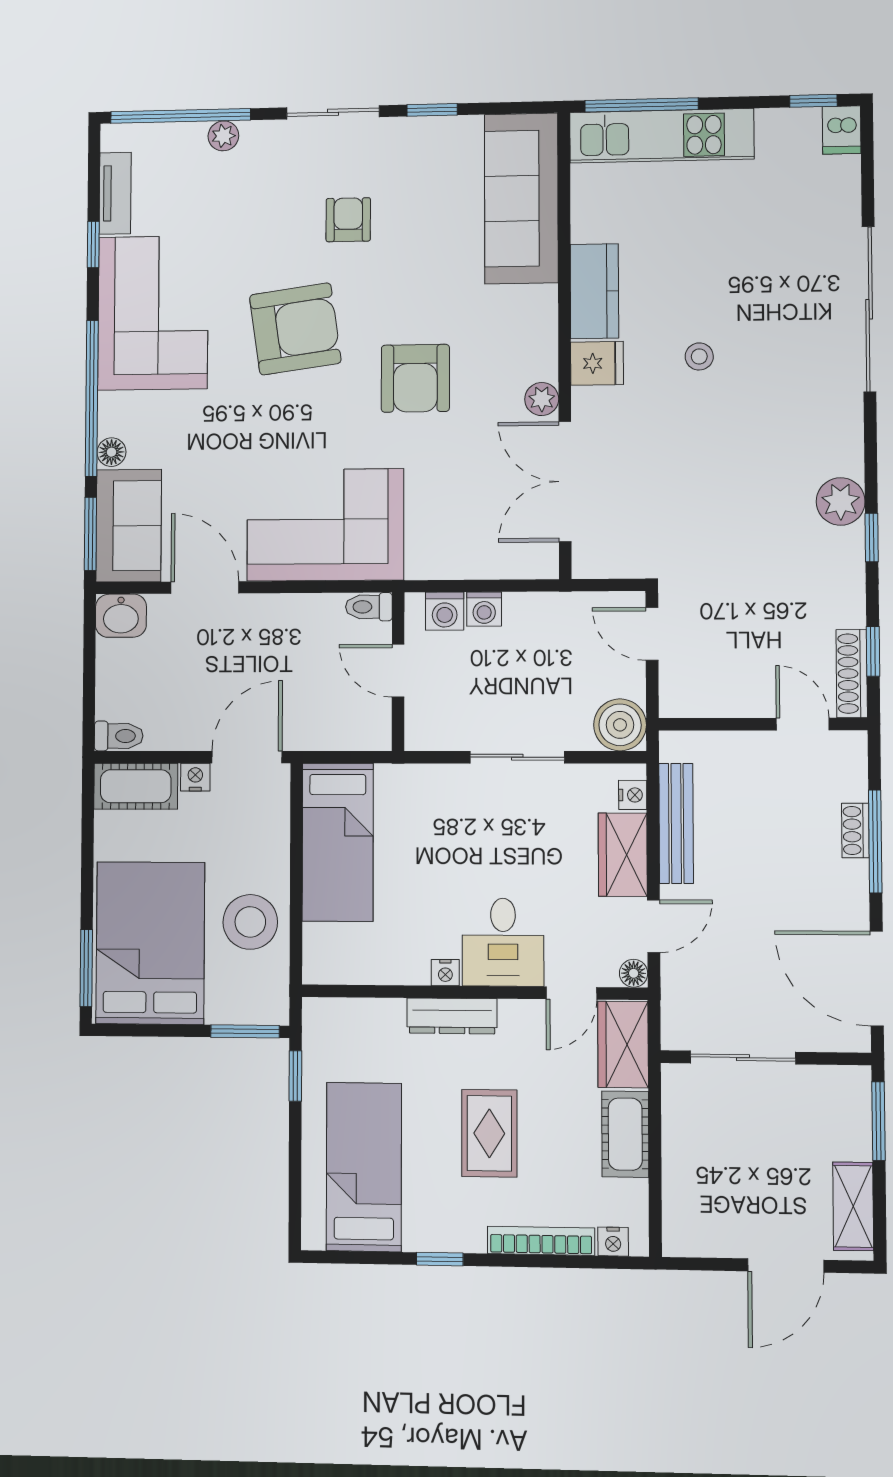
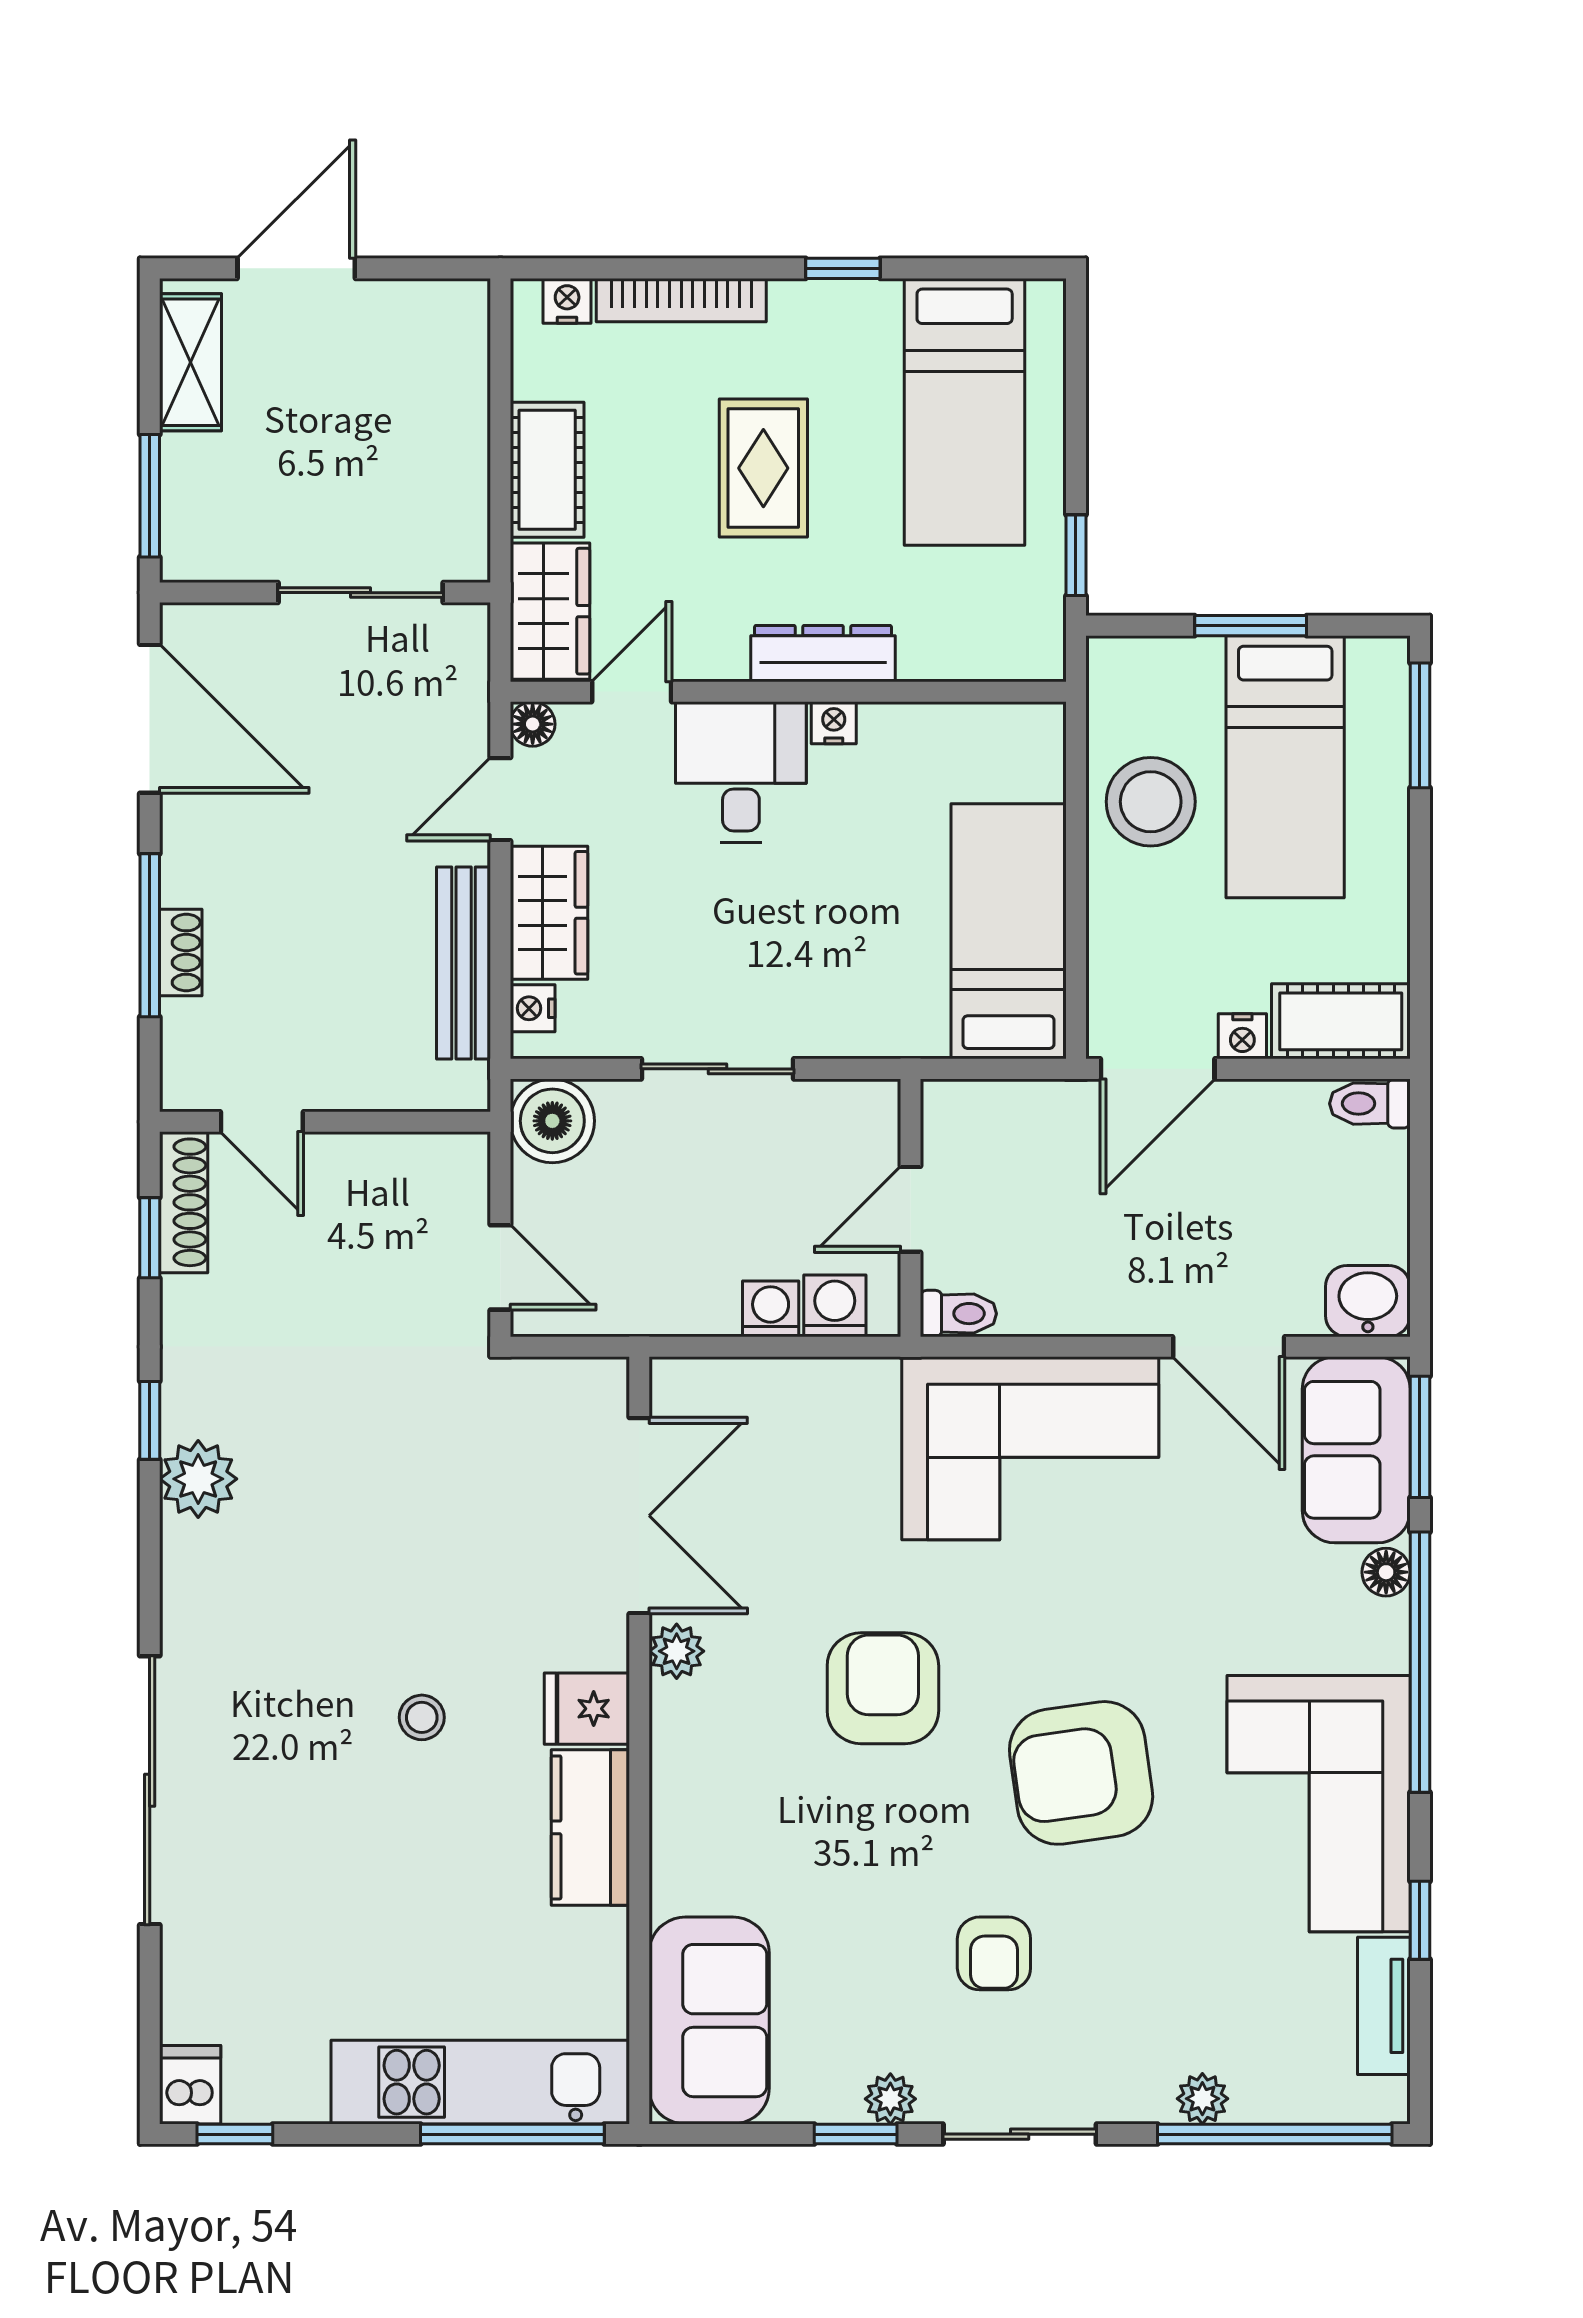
plant: (411, 131) -> (890, 2099), added
sofa: (521, 198) -> (709, 2021), width x0.73
door: (398, 671) -> (911, 1209), swing flipped
bed: (150, 943) -> (1285, 767), width x0.67
window: (245, 1031) -> (1251, 626), moved

